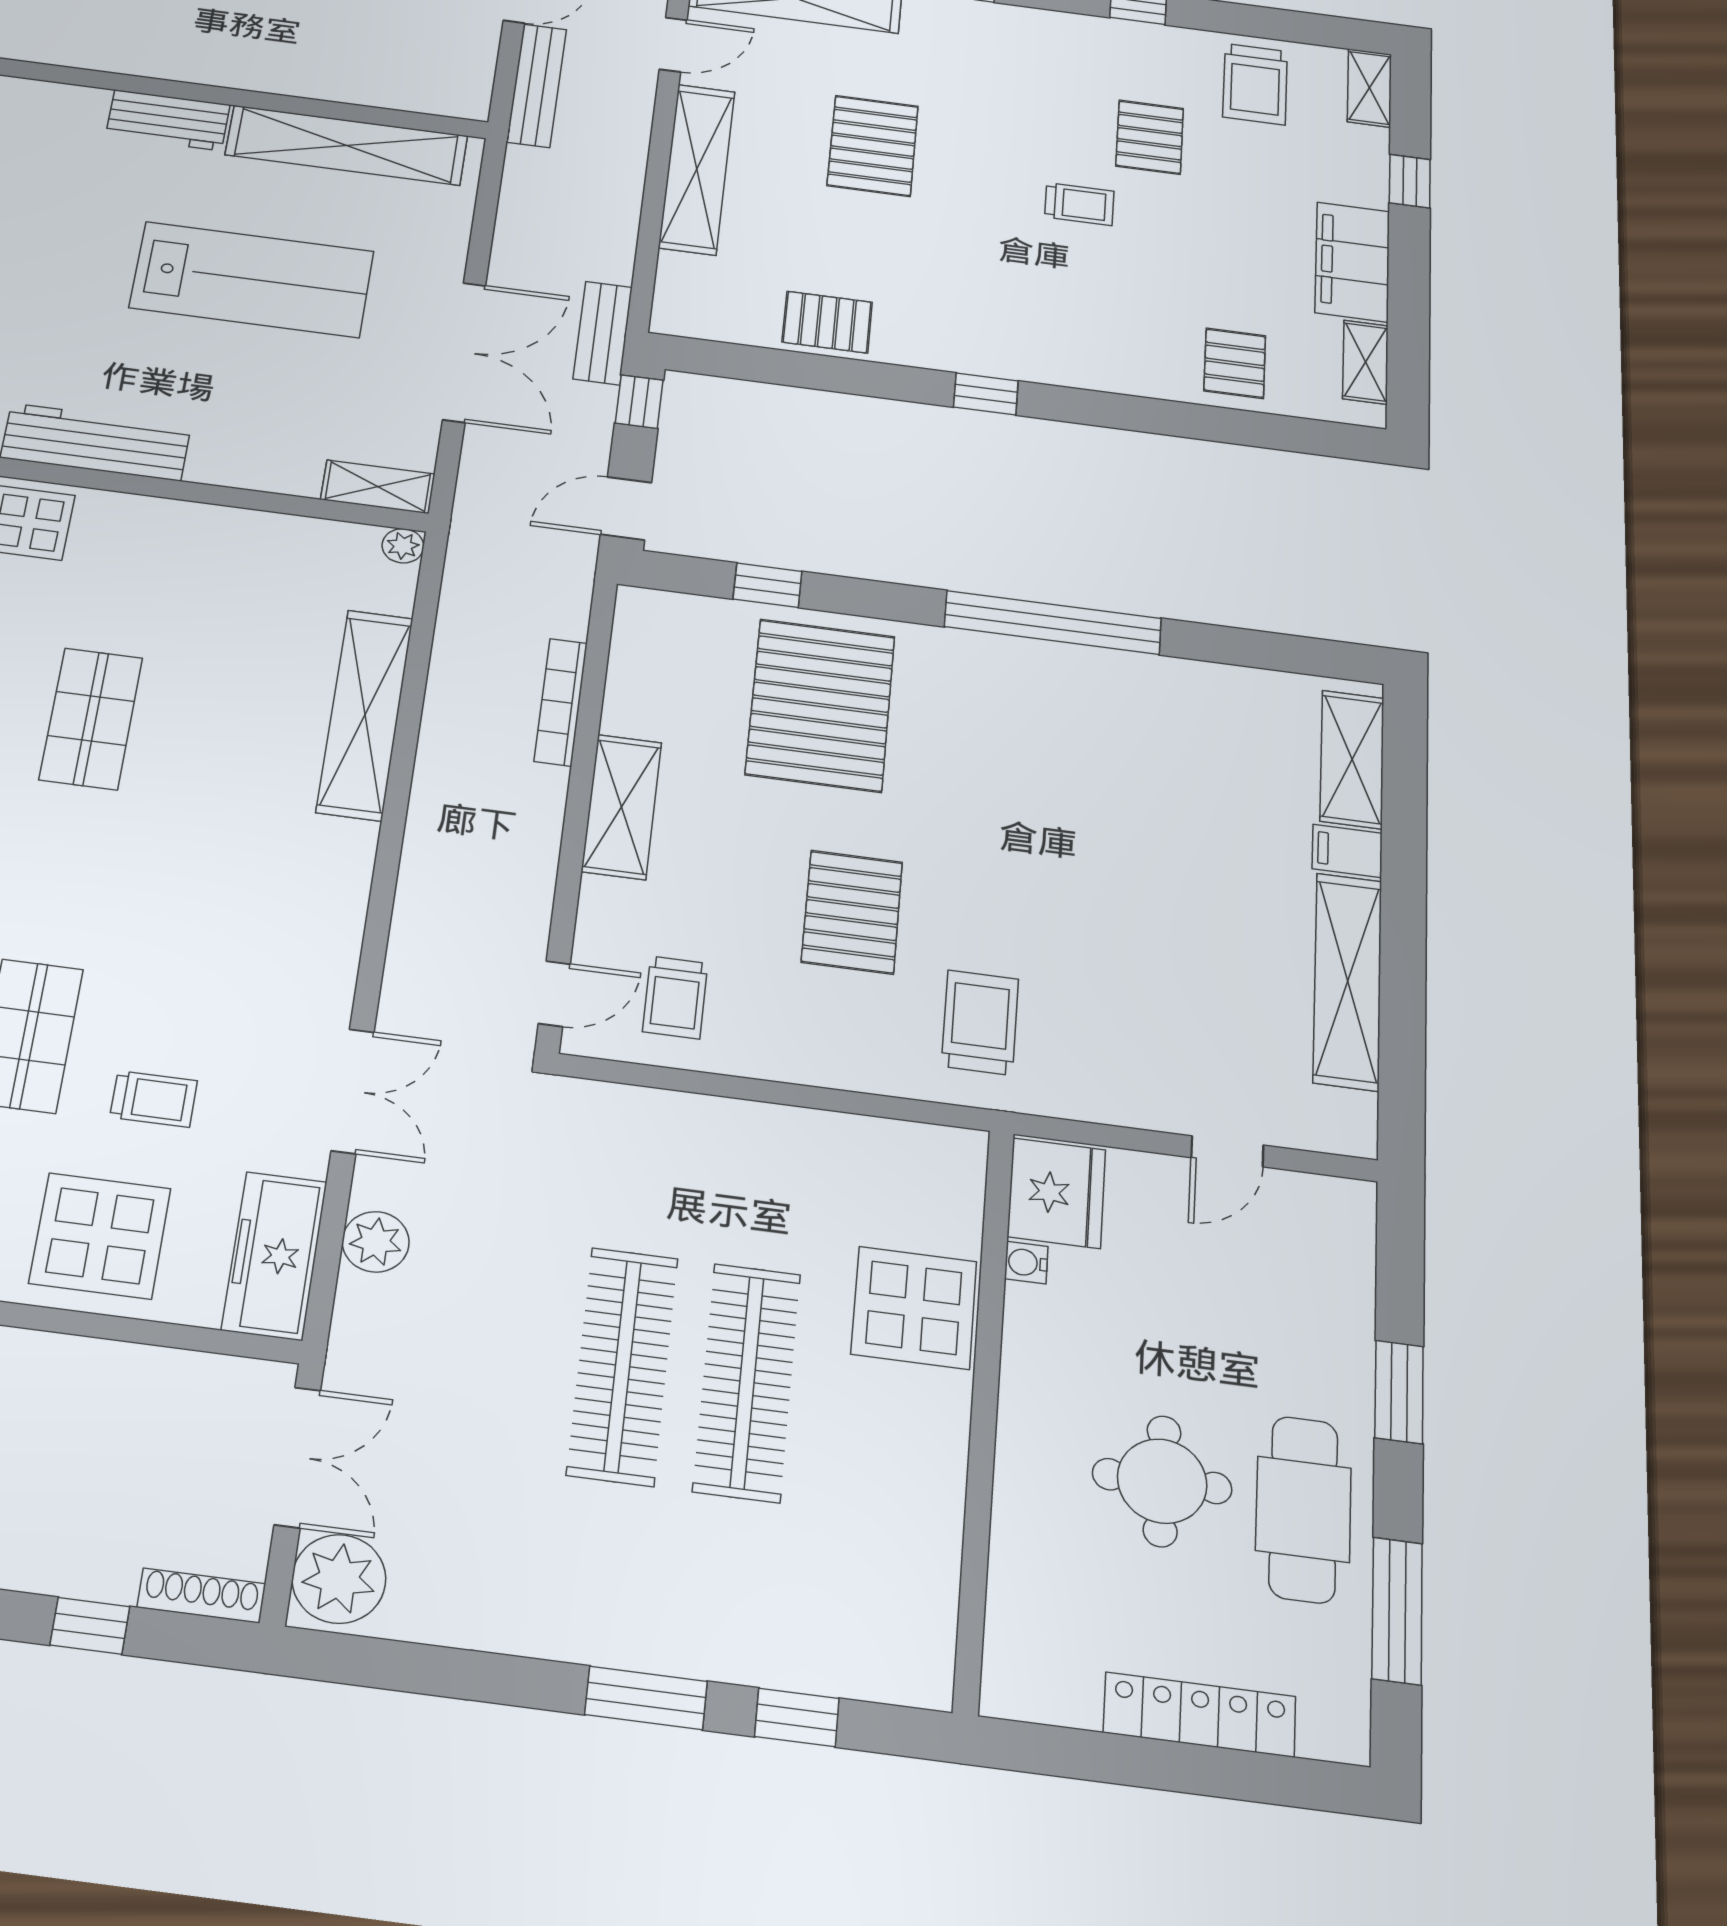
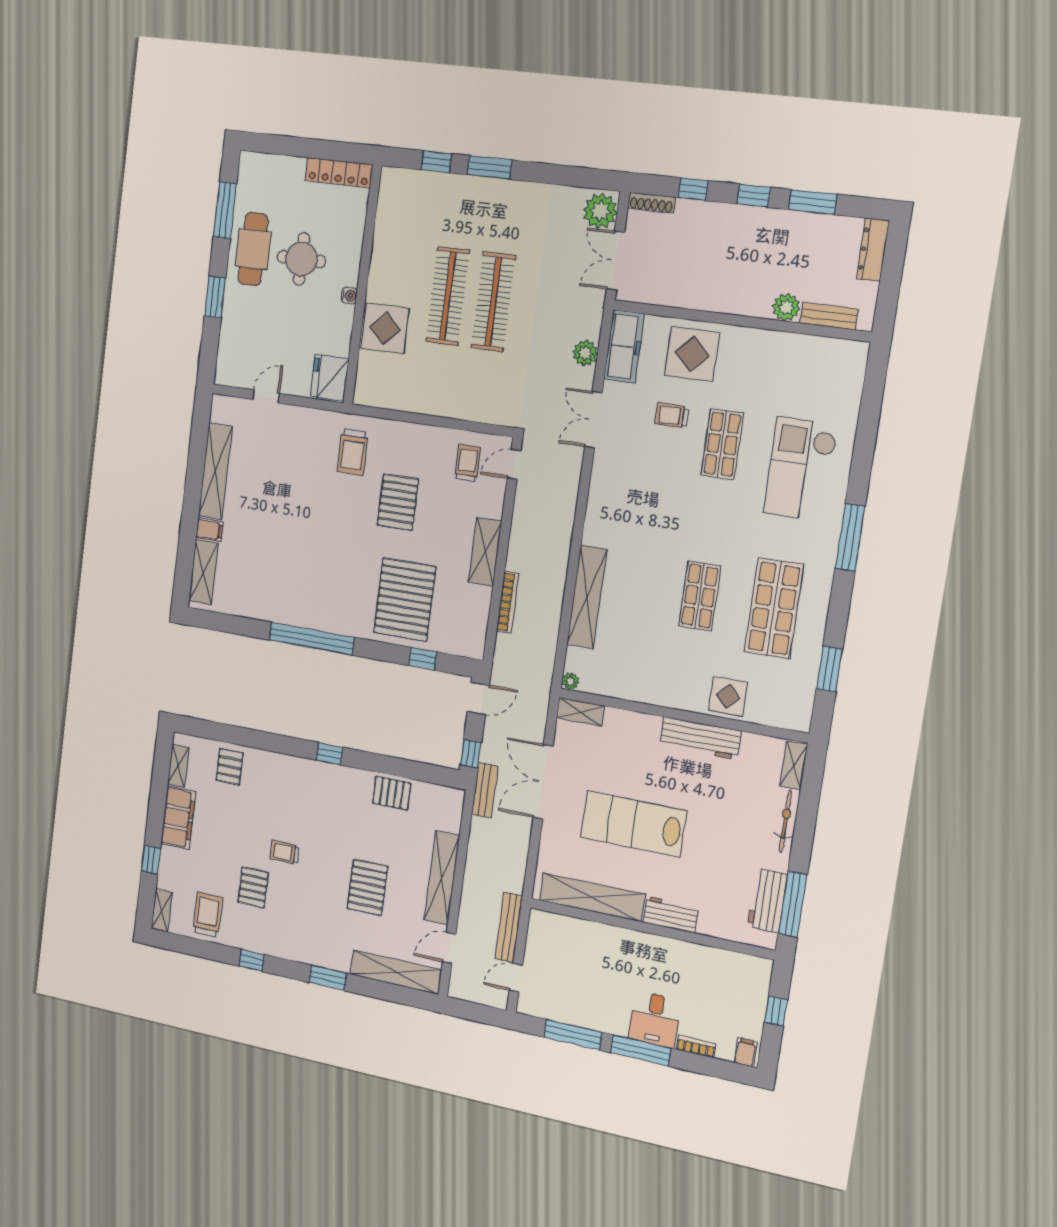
water cooler: (1026, 1263) -> (349, 296), moved
locker: (1200, 1715) -> (339, 173), moved

